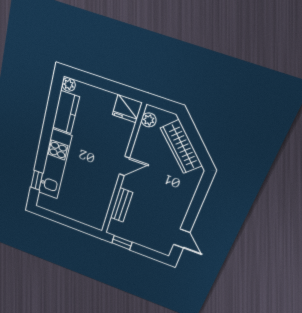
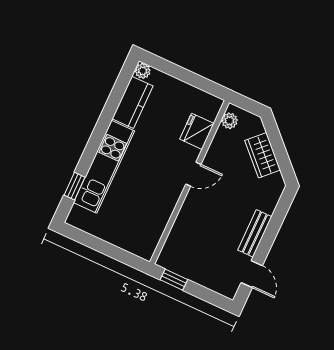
fridge: (127, 109) -> (197, 131), moved, turned 90
wardrobe: (181, 147) -> (263, 155), width x0.67
bench: (121, 205) -> (255, 233), moved

